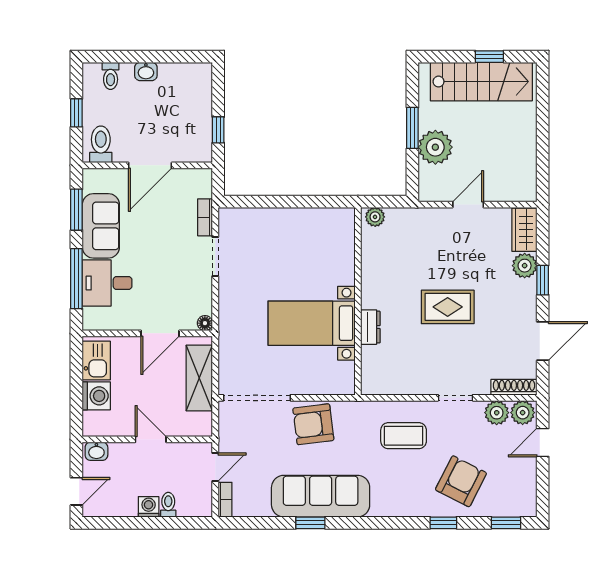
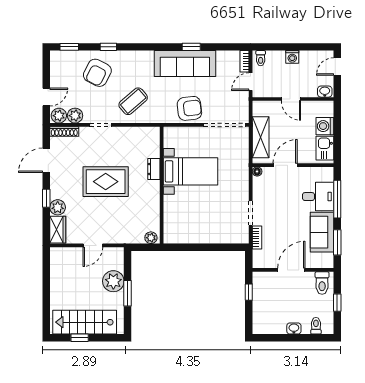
rug: (448, 307) -> (106, 182), width x1.36, depth x1.43
coffee table: (404, 436) -> (133, 101), turned -41
toilet: (168, 505) -> (261, 58), moved

